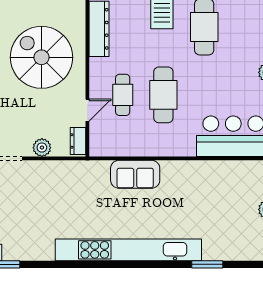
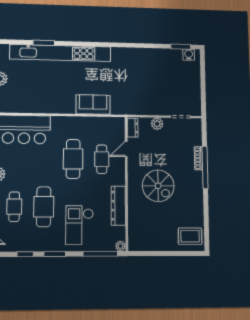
cafe table: (245, 27) -> (14, 207), added
spiral stairs: (41, 57) -> (158, 186), width x0.73, depth x0.73
kitchen unit: (128, 250) -> (61, 53), moved

